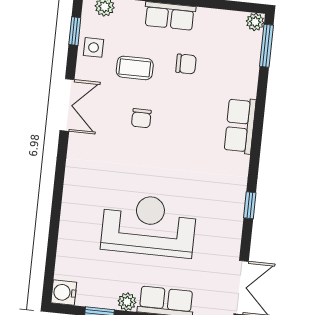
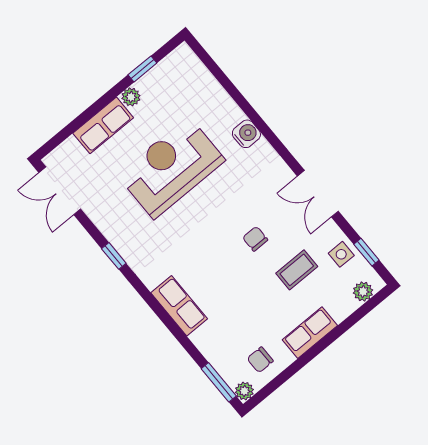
chair: (186, 64) -> (260, 360), moved
reception desk: (149, 225) -> (171, 168), turned 180
water cooler: (64, 293) -> (246, 134), moved

